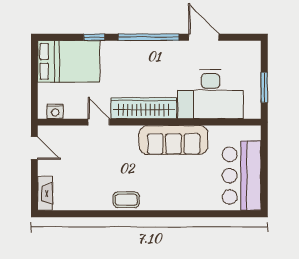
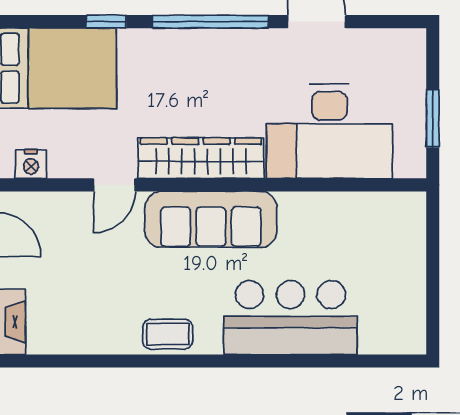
door: (99, 122) -> (114, 185), swing flipped
sofa: (174, 140) -> (211, 219), moved
bar counter: (242, 176) -> (290, 318), moved, turned 90

